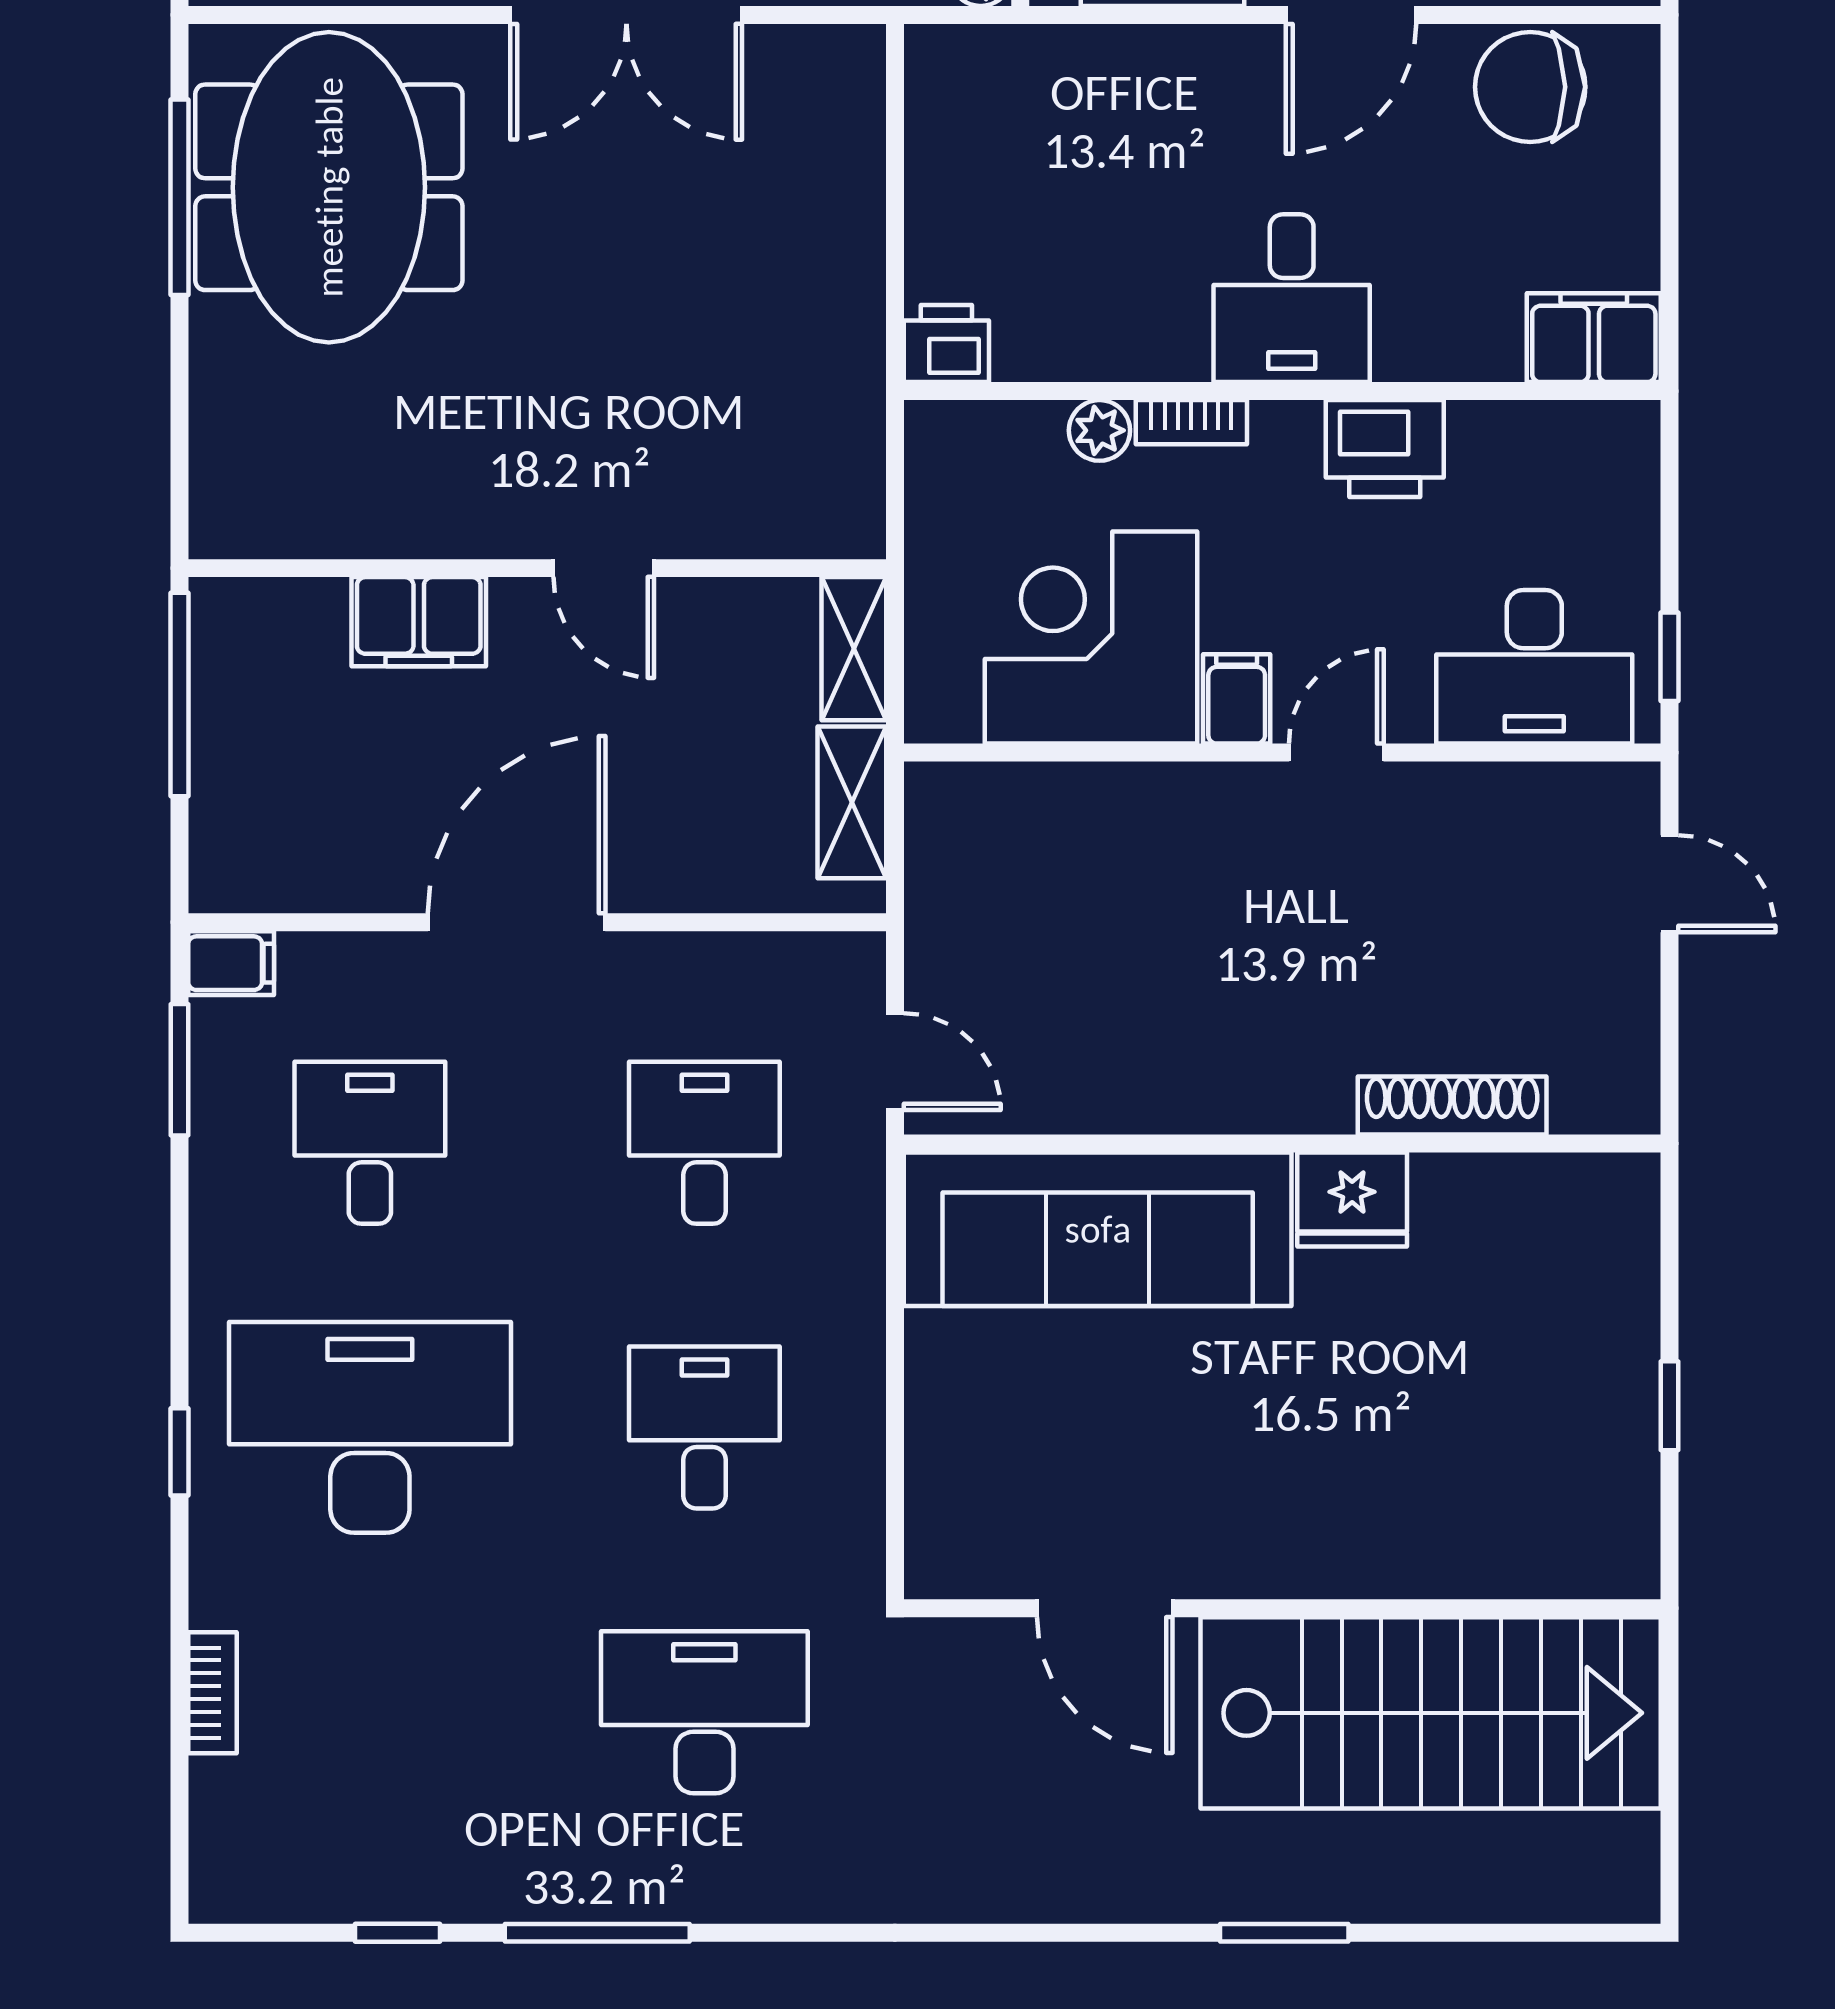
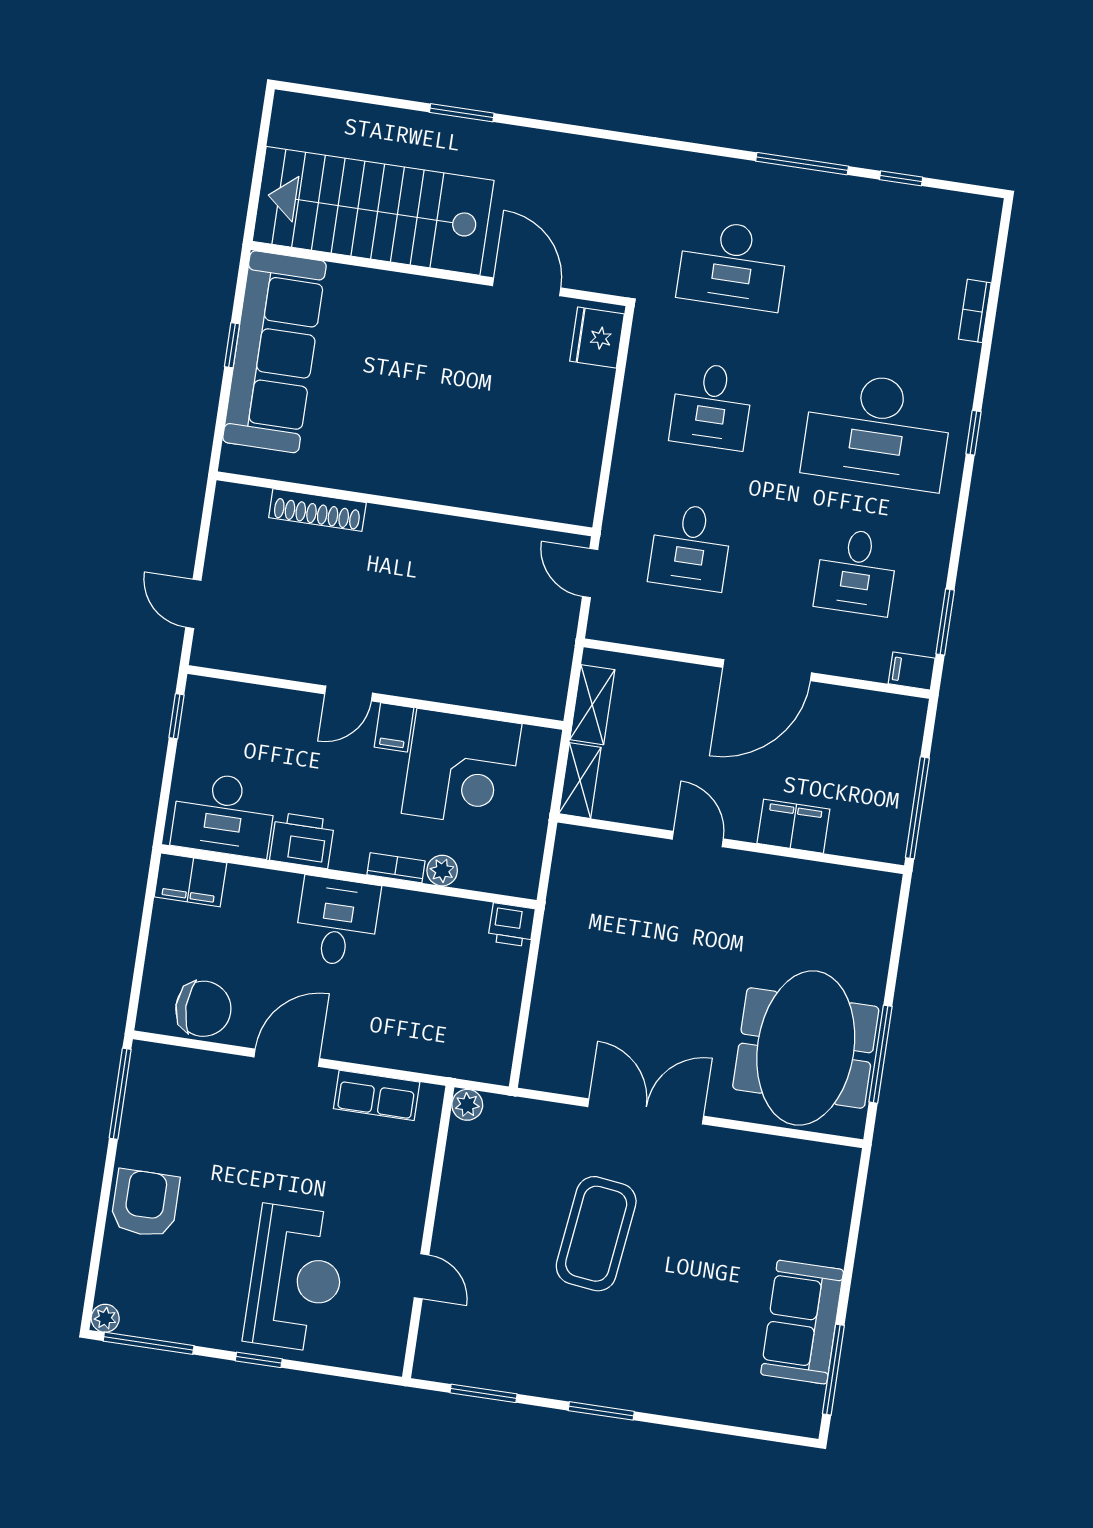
desk: (1534, 667) -> (224, 814), moved, turned 180
fridge: (1352, 1199) -> (597, 338), moved, turned -90
sofa: (1098, 1229) -> (274, 352), moved, turned 90

